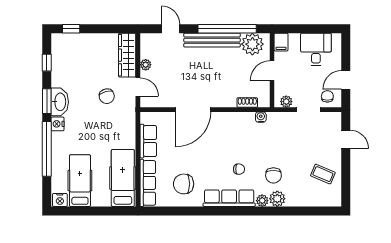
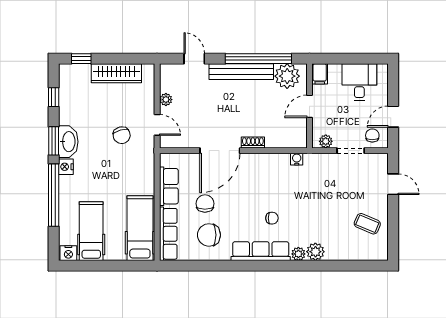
wardrobe: (127, 55) -> (116, 73), moved, turned -90
shoe rack: (247, 103) -> (253, 142), moved
chair: (273, 175) -> (205, 204), moved, turned 180

